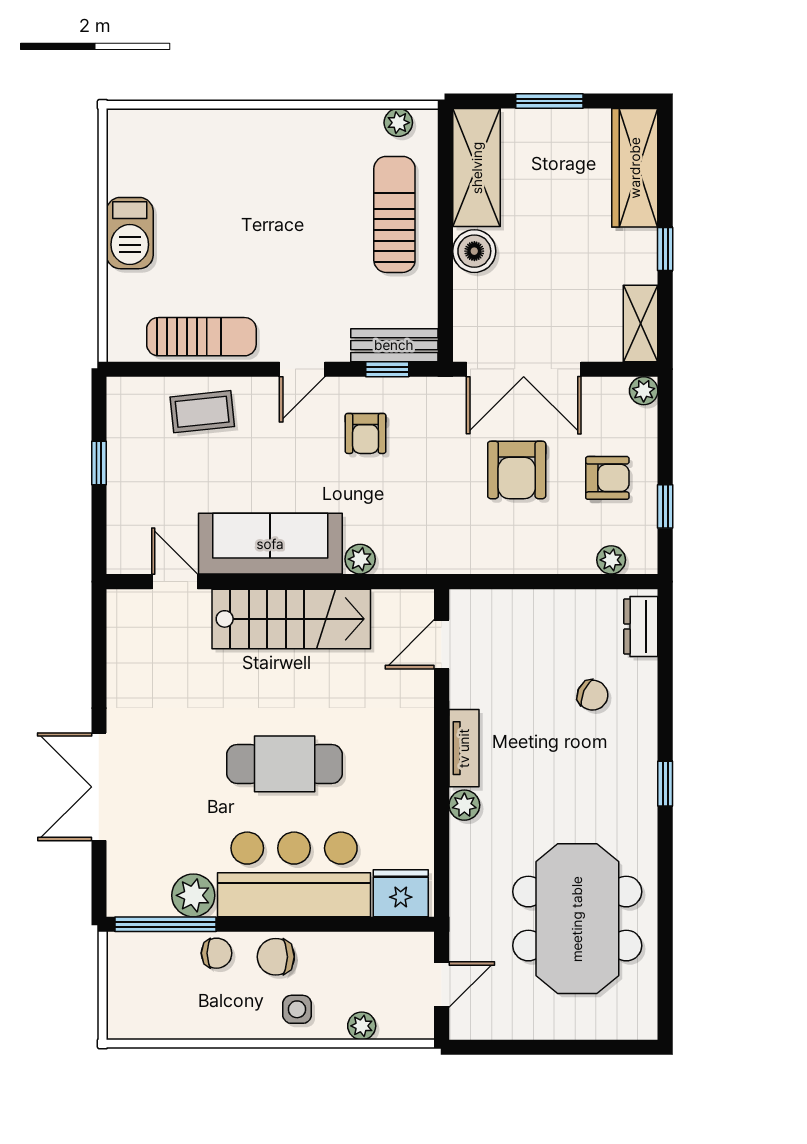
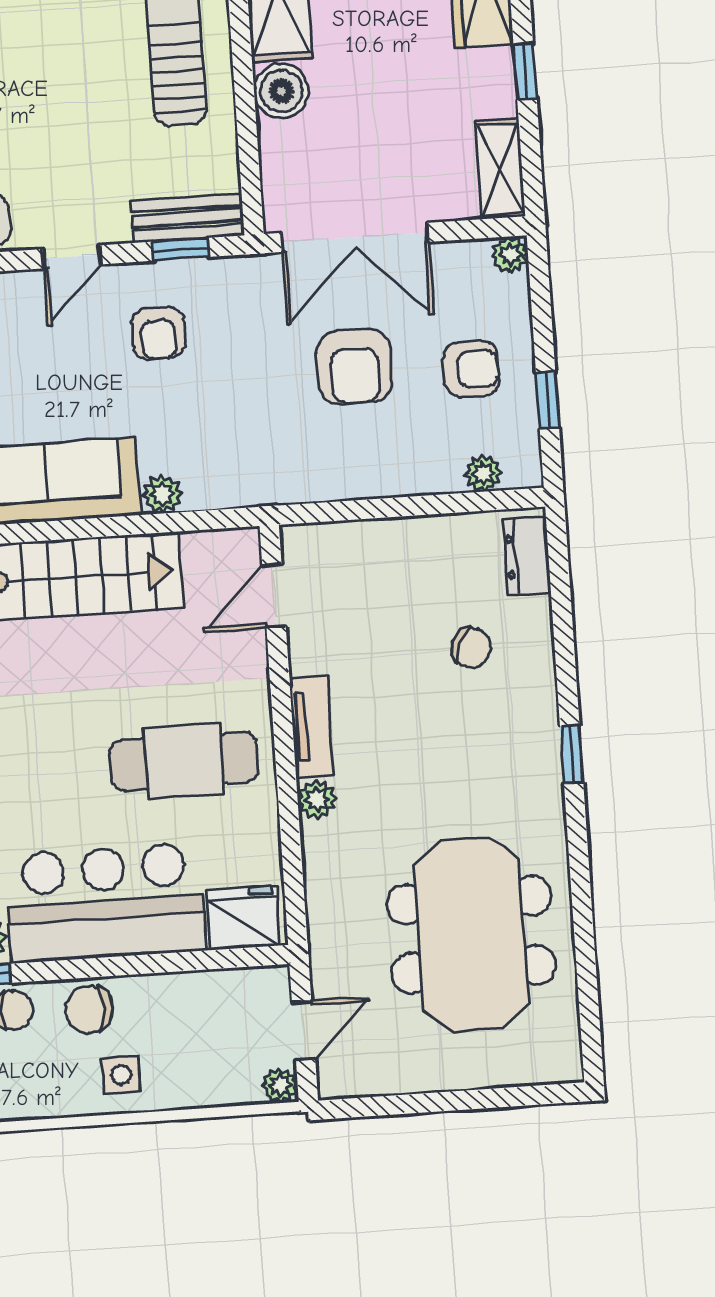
cafe table: (285, 764) -> (184, 761), moved
plant: (362, 1026) -> (280, 1085), moved

